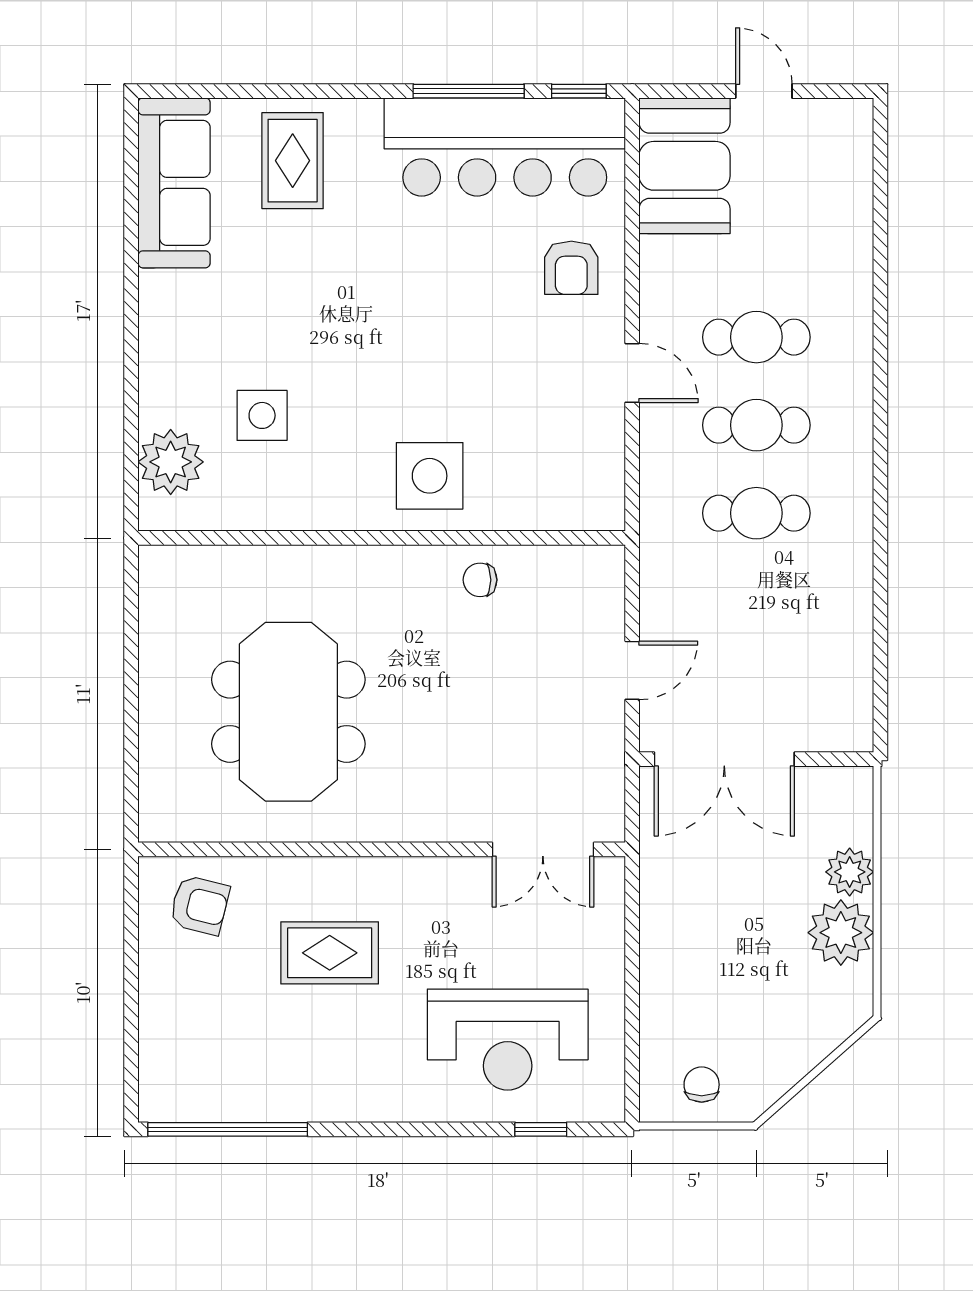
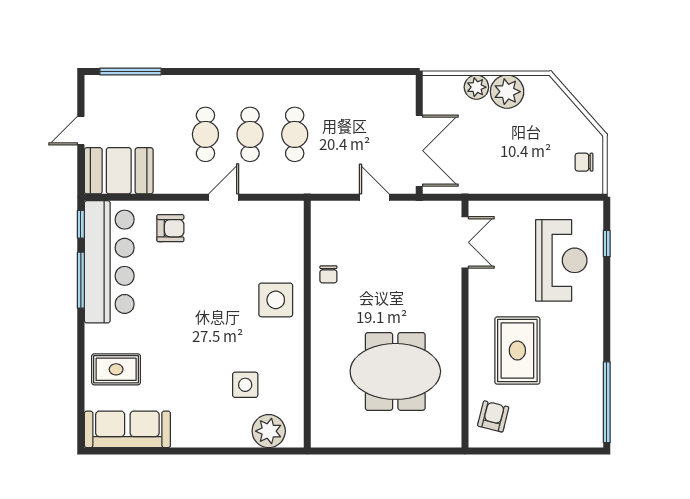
window: (880, 189) -> (130, 72), added
rug: (330, 953) -> (517, 351), width x1.36, depth x1.43

